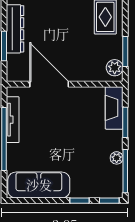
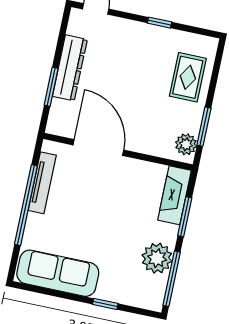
plant: (117, 158) -> (157, 258), width x1.87, depth x1.87
window: (109, 201) -> (143, 312), removed

